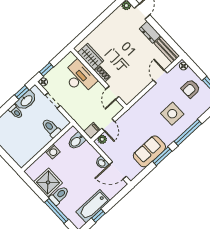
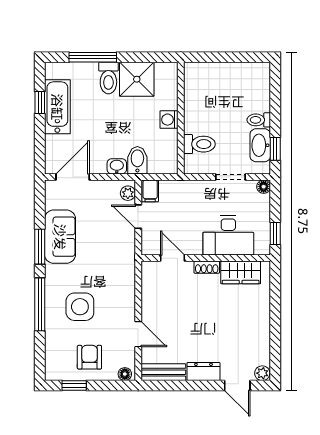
window: (46, 69) -> (275, 233), moved
bidet: (77, 141) -> (137, 160), moved
washbasin: (102, 163) -> (117, 166), moved

